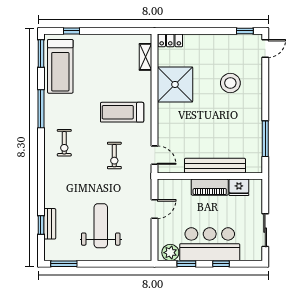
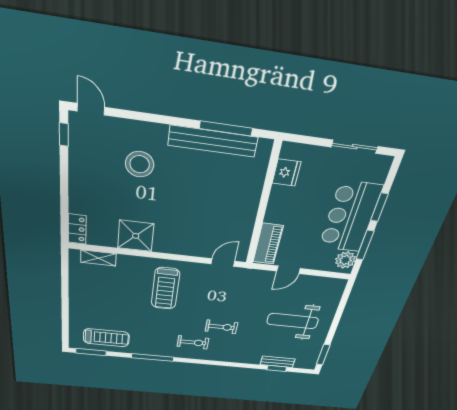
window: (72, 31) -> (65, 324), removed
treadmill: (60, 66) -> (106, 338), width x0.73, depth x0.73
shower: (175, 84) -> (136, 236), width x0.73, depth x0.73
exercise bike: (114, 156) -> (221, 327), moved
bench: (215, 166) -> (213, 141), moved, turned 90
piano: (210, 187) -> (268, 244), moved
door: (154, 209) -> (288, 270), swing flipped
window: (186, 264) -> (365, 245), width x1.50
window: (221, 264) -> (379, 207), width x1.50

